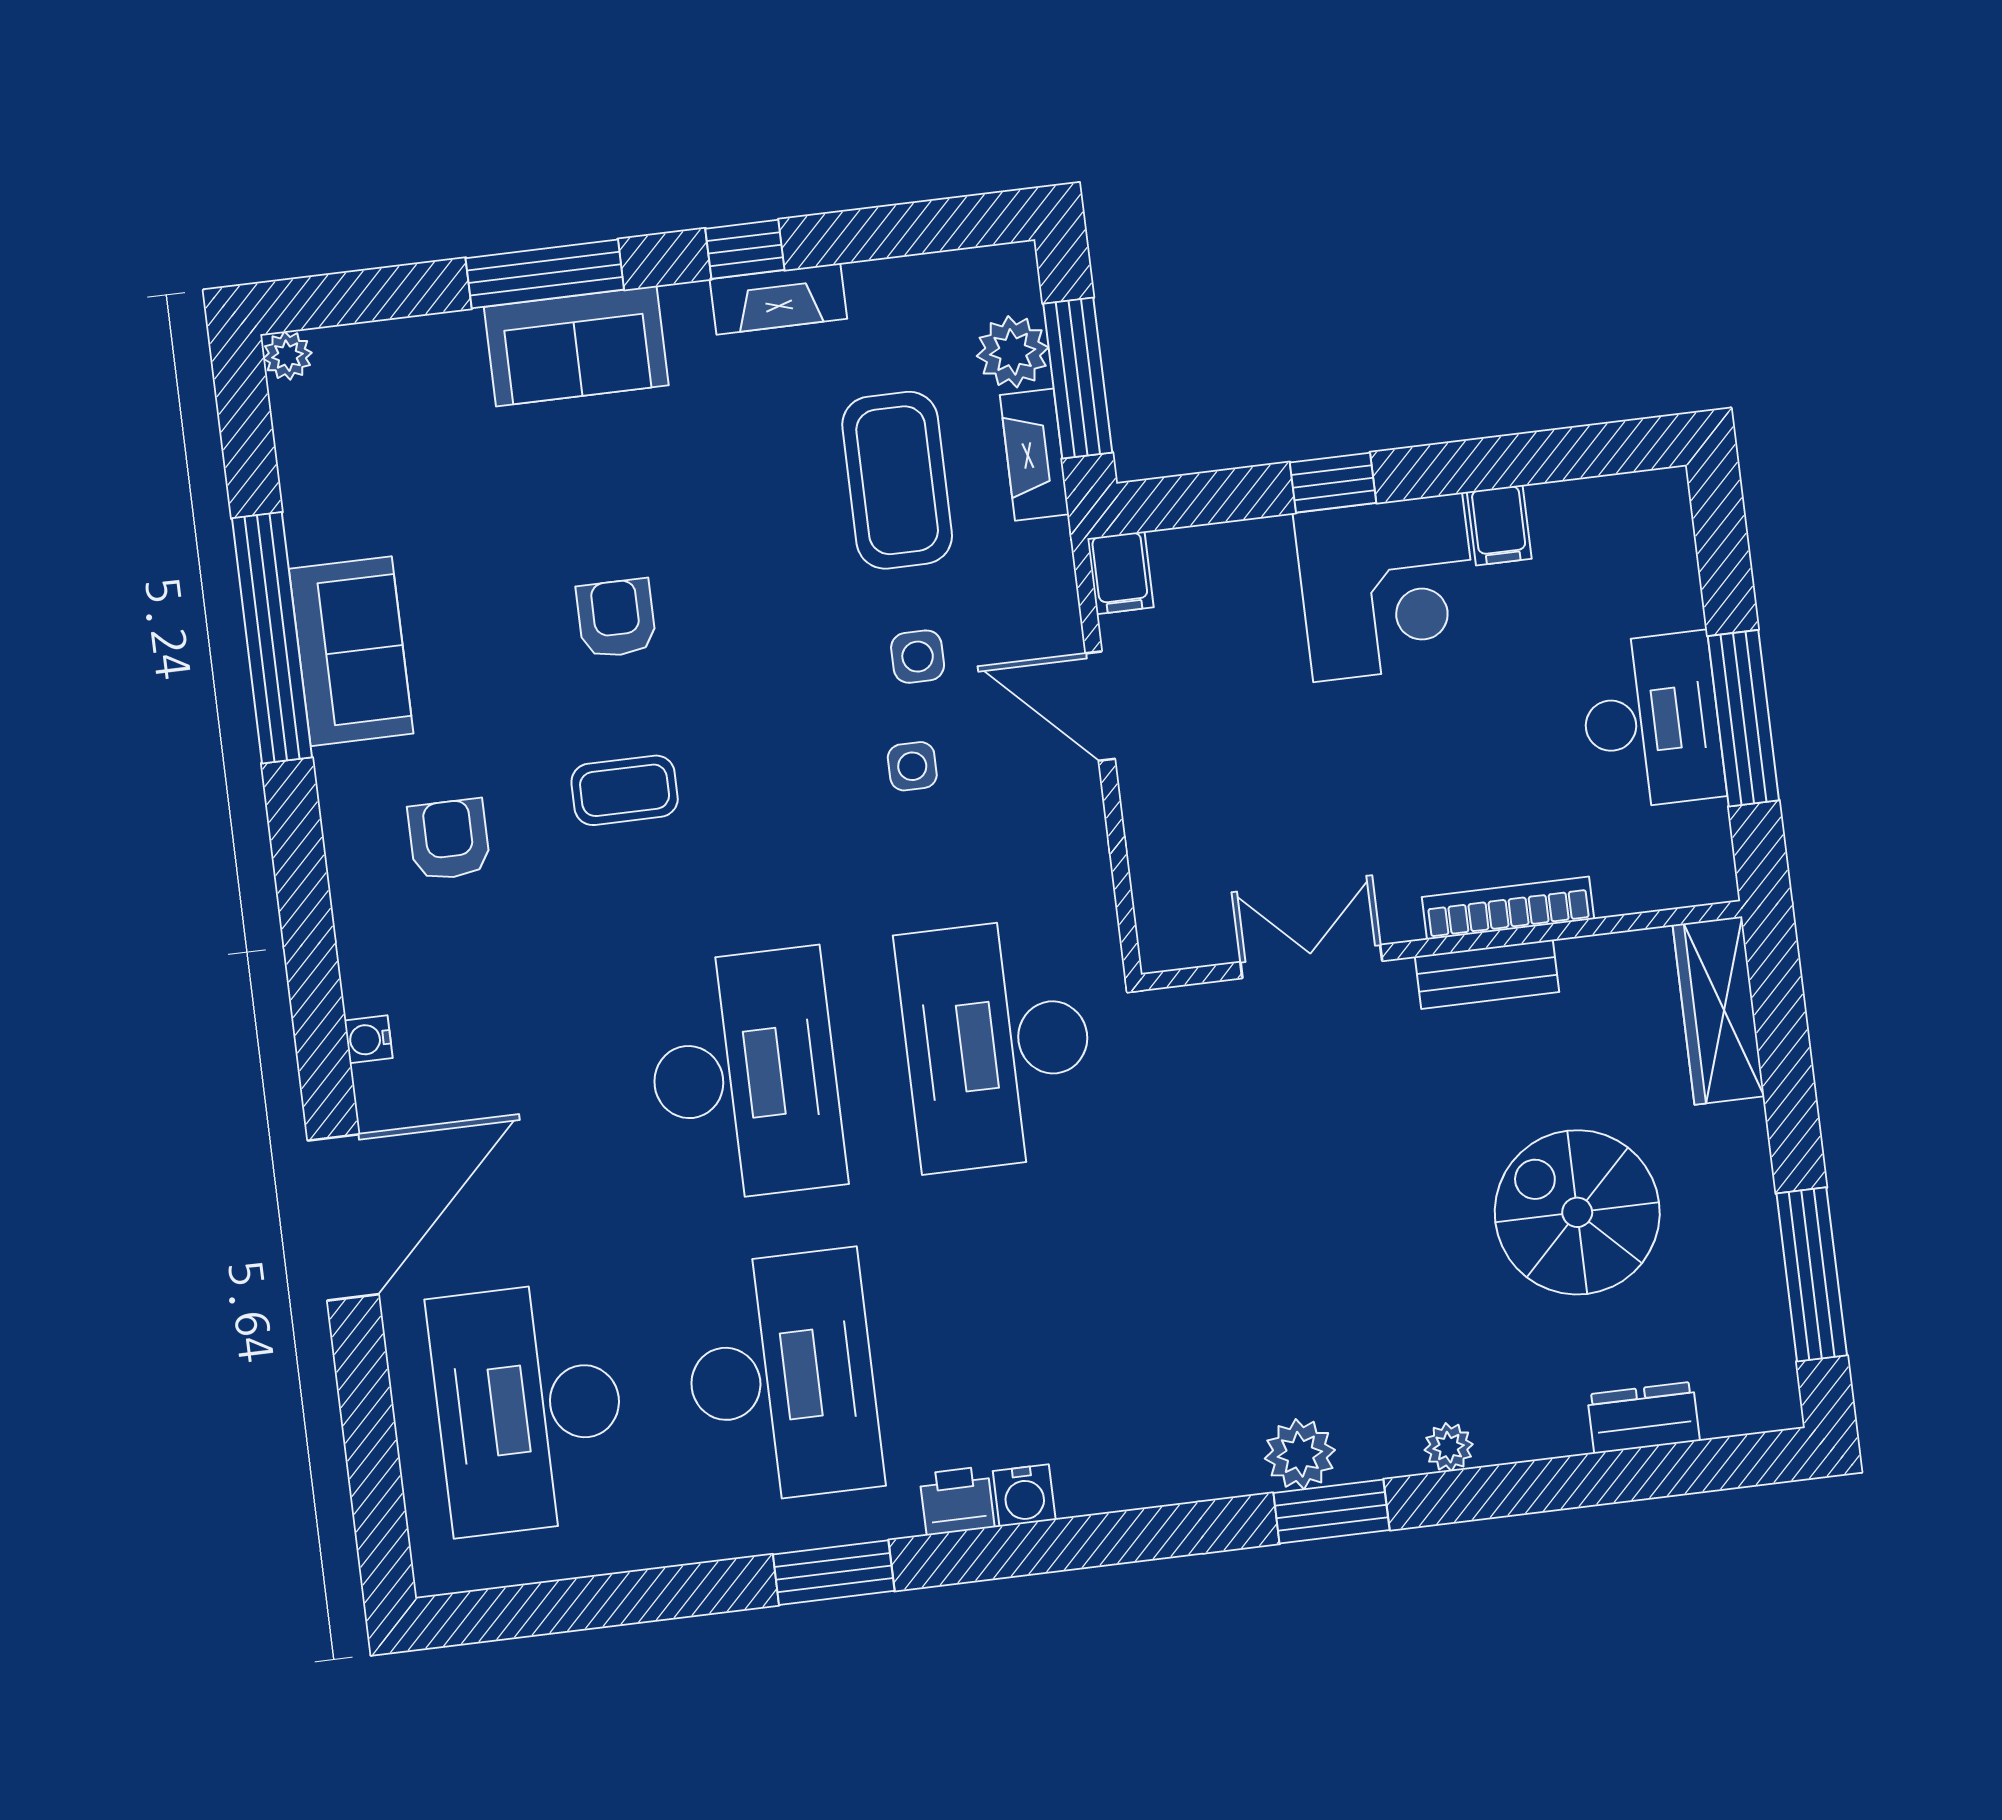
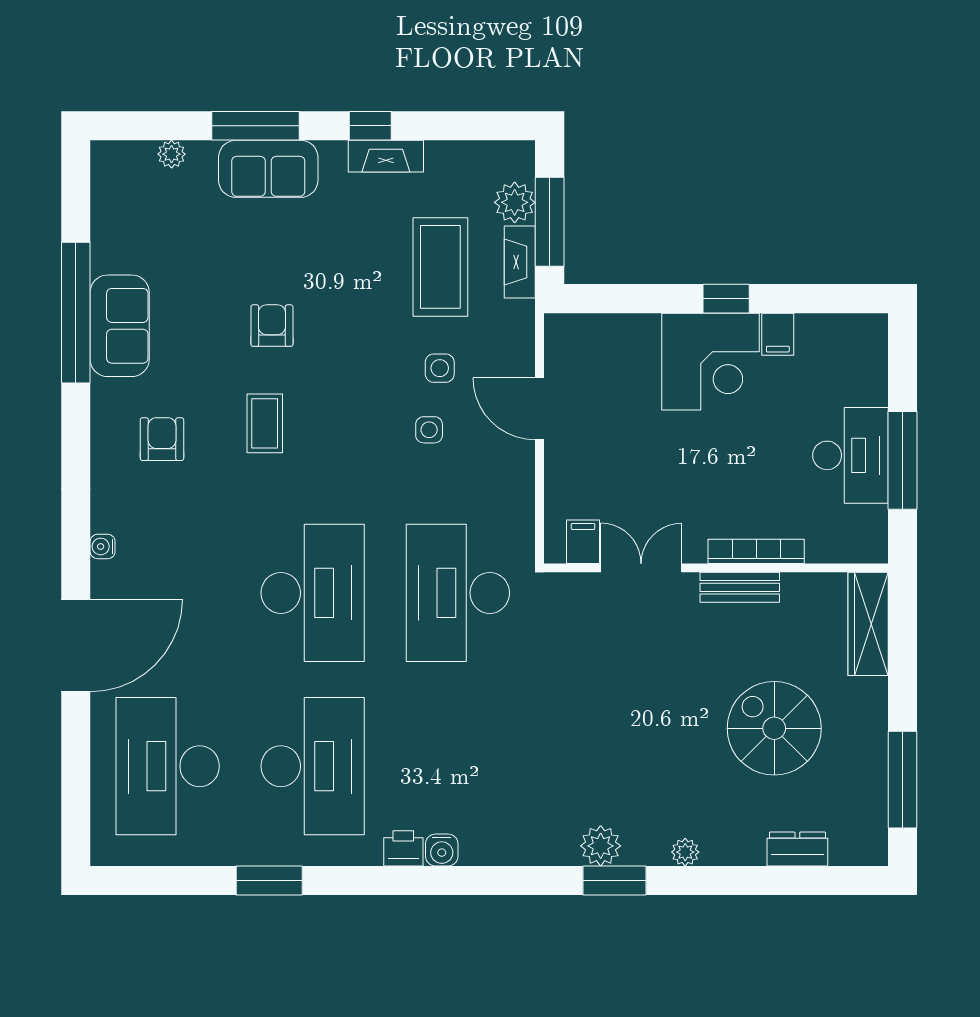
plant: (287, 356) -> (172, 154), moved
window: (1333, 483) -> (726, 299), moved
filing cabinet: (1120, 573) -> (583, 542), moved, turned 180
coffee table: (625, 790) -> (265, 423), turned 90
window: (834, 1573) -> (269, 880), moved

